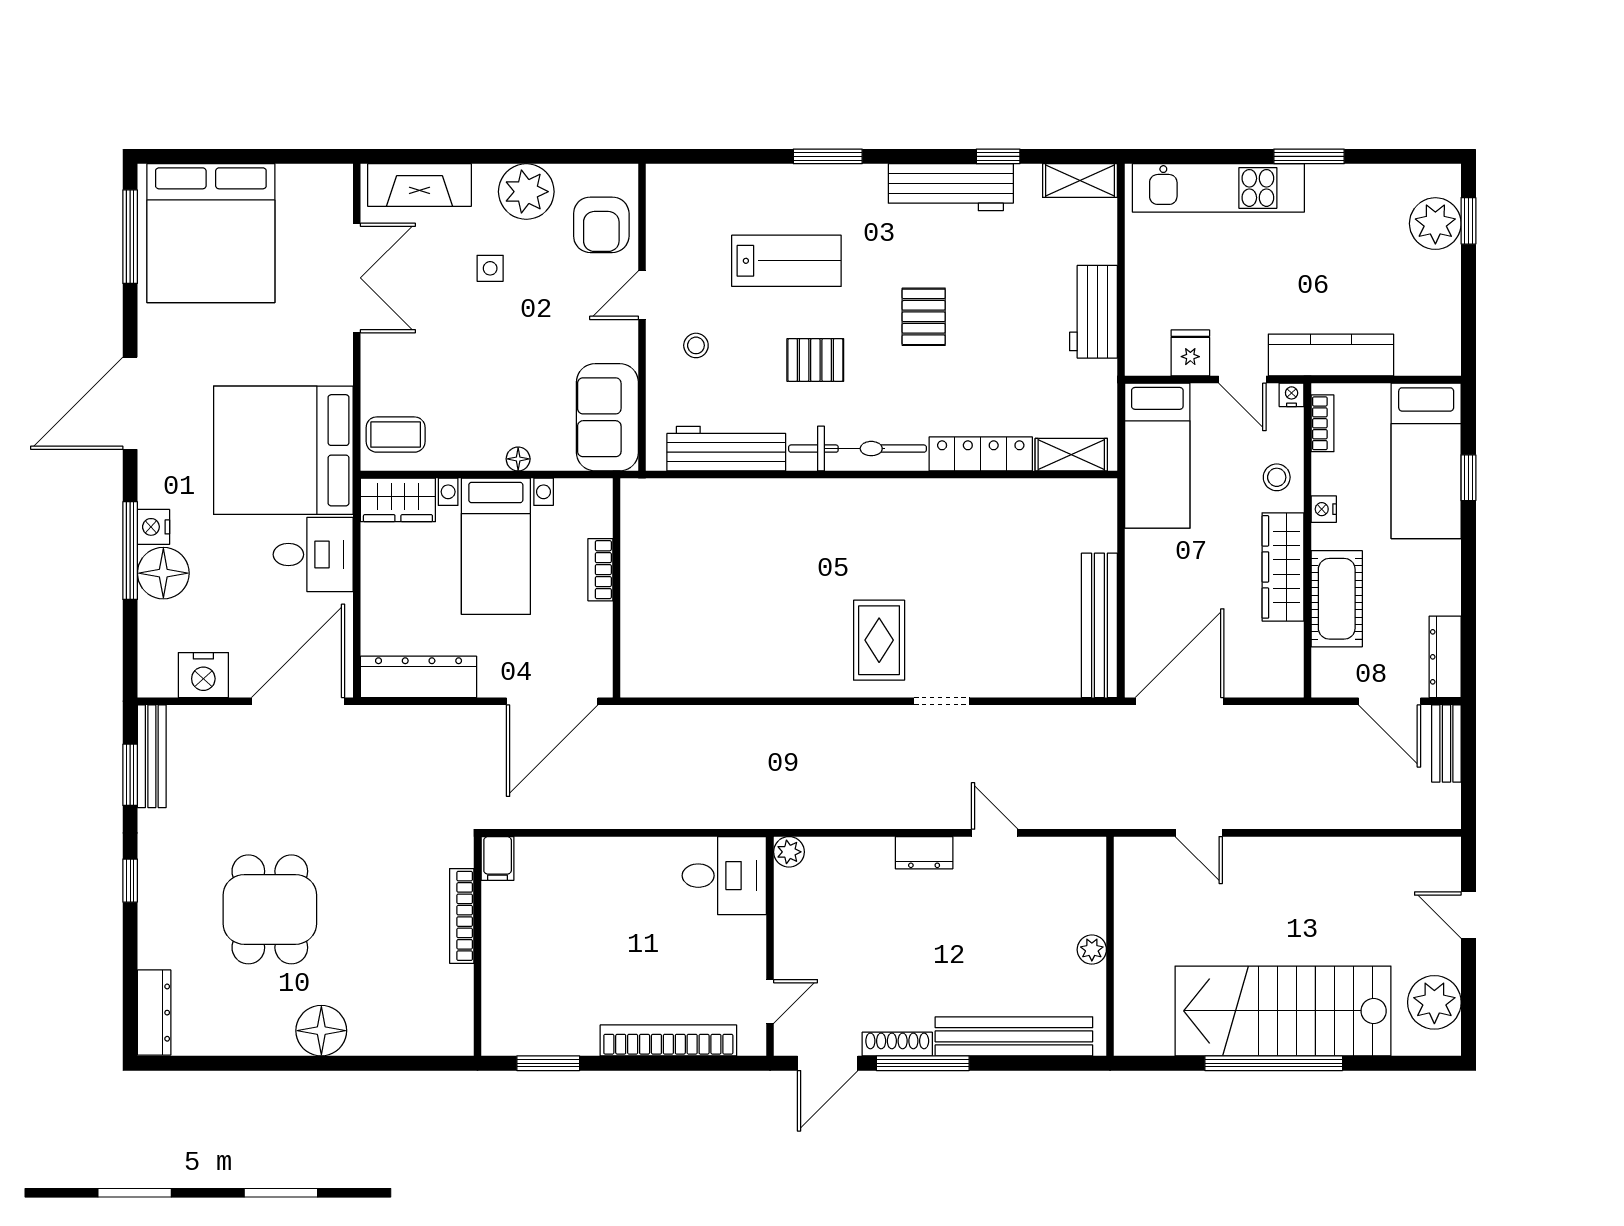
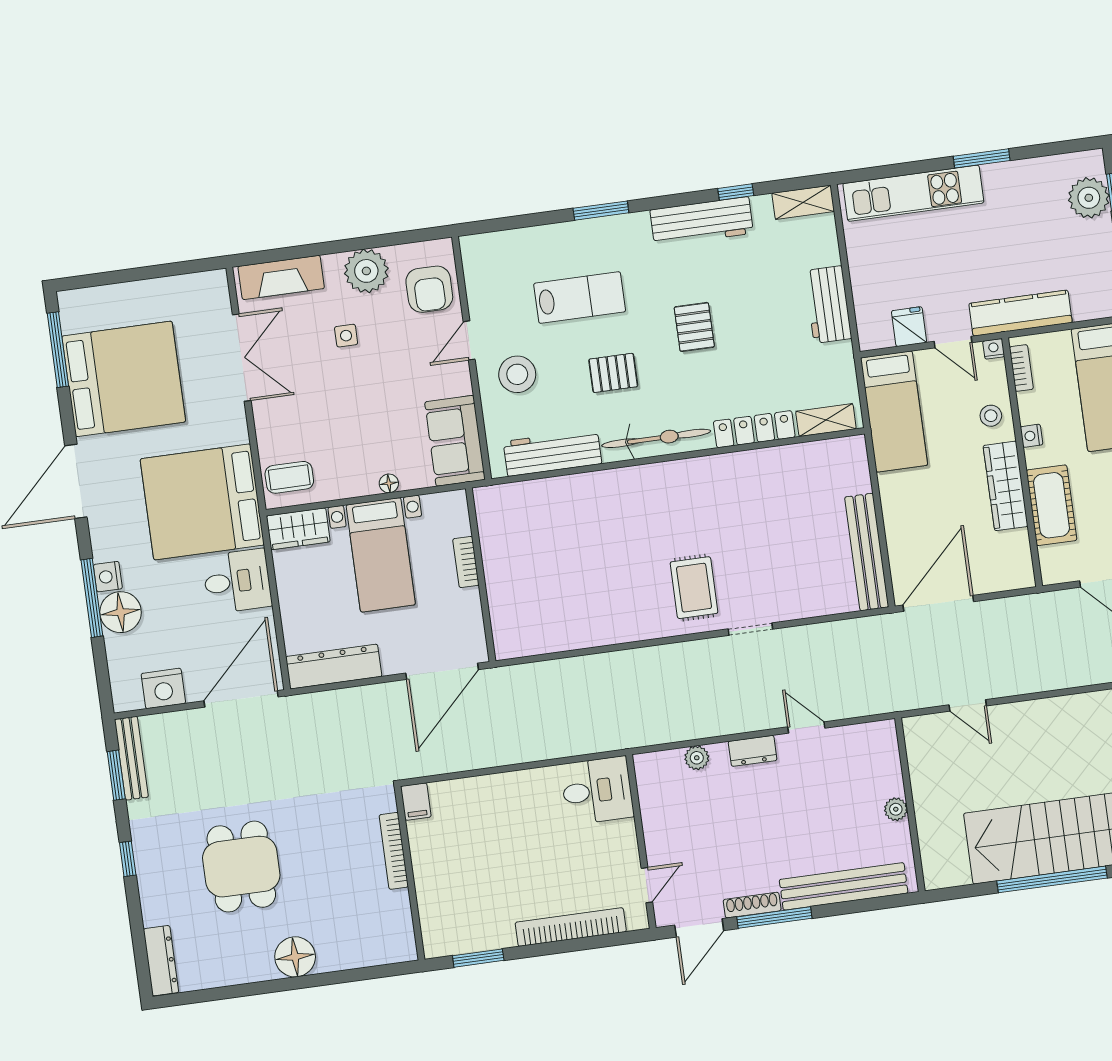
bed: (211, 233) -> (124, 379), moved, turned -90
stool: (696, 345) -> (517, 374), width x1.89, depth x1.89
plant: (789, 852) -> (697, 758), moved

